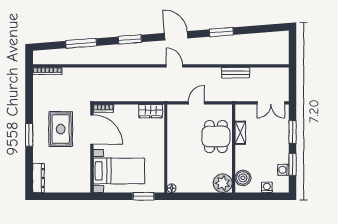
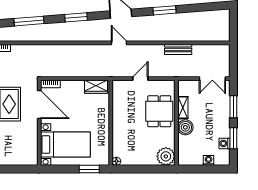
boiler: (243, 178) -> (185, 127), moved

